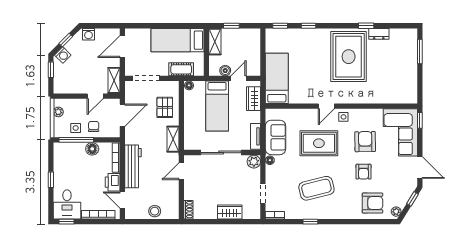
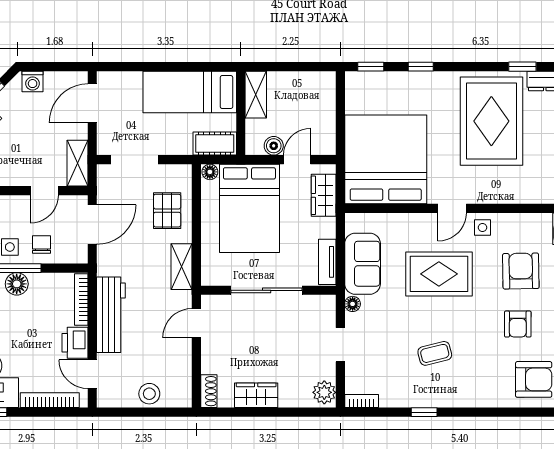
window: (231, 26) -> (285, 67), removed
cot: (181, 69) -> (215, 144), moved
bed: (277, 78) -> (386, 159), width x2.04
bed: (217, 106) -> (249, 208), width x1.50
floor lamp: (92, 149) -> (17, 284), moved
plant: (254, 162) -> (324, 392), moved
coffee table: (316, 188) -> (435, 353), width x0.54, depth x0.58
doorway: (263, 194) -> (340, 345), moved
wardrobe: (230, 212) -> (256, 395), moved

